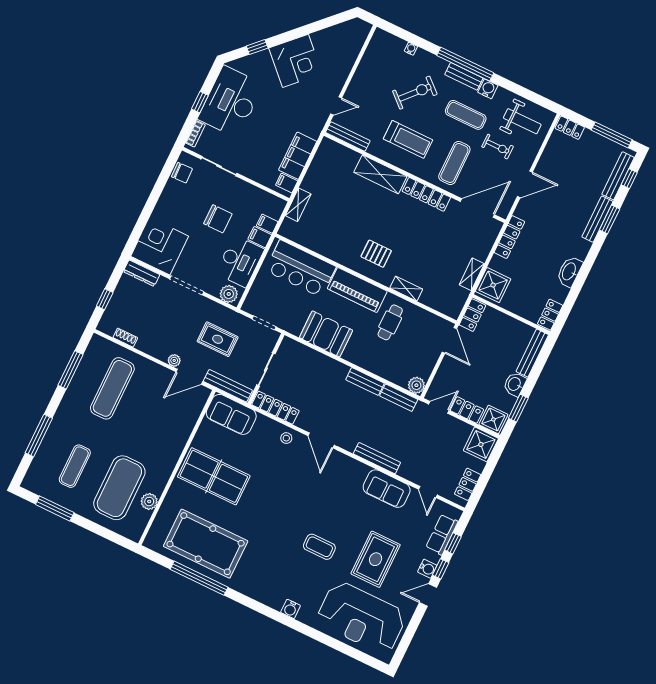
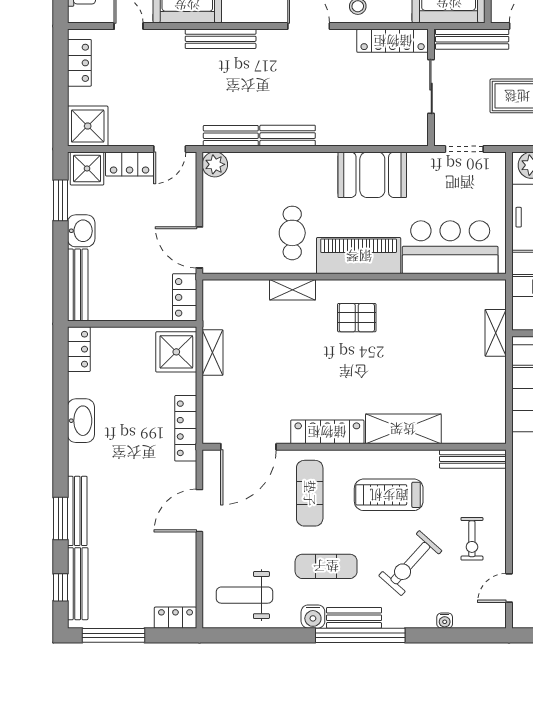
door: (336, 106) -> (509, 588), moved
exercise bike: (498, 147) -> (472, 539), moved, turned -90

